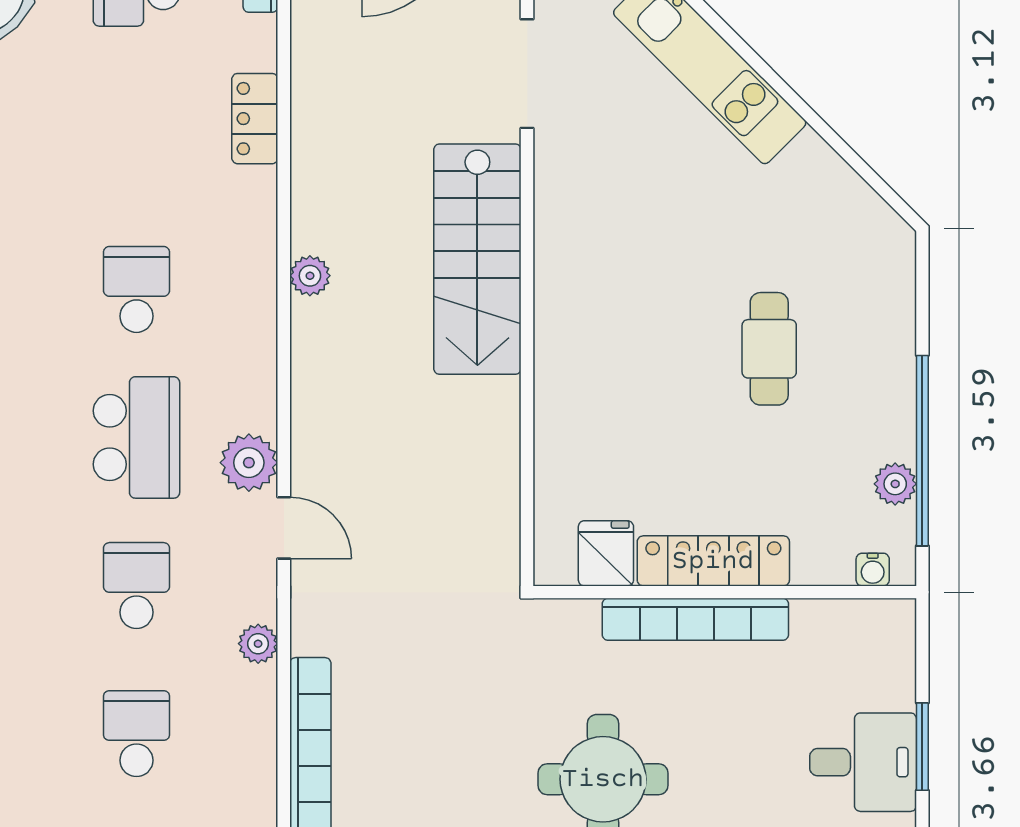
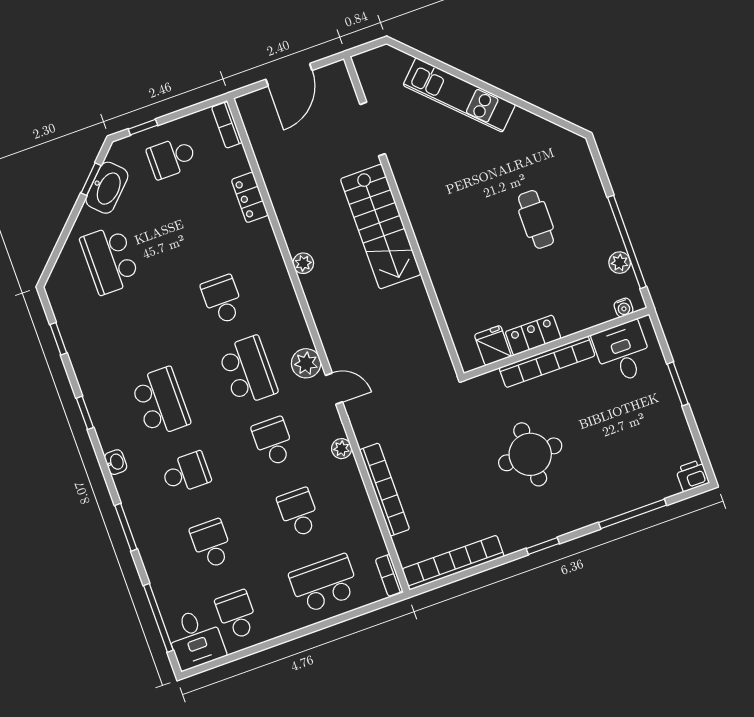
locker: (713, 561) -> (533, 335), width x0.66
desk: (863, 762) -> (623, 352), moved, turned -90

